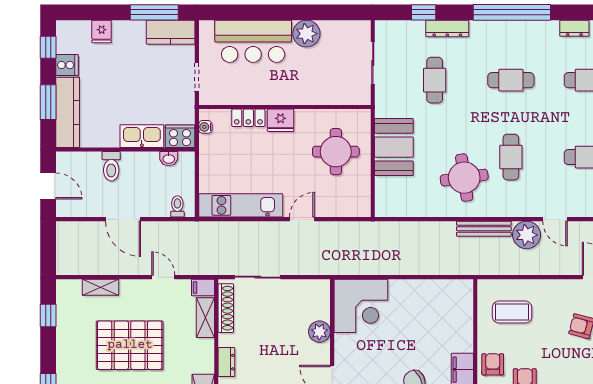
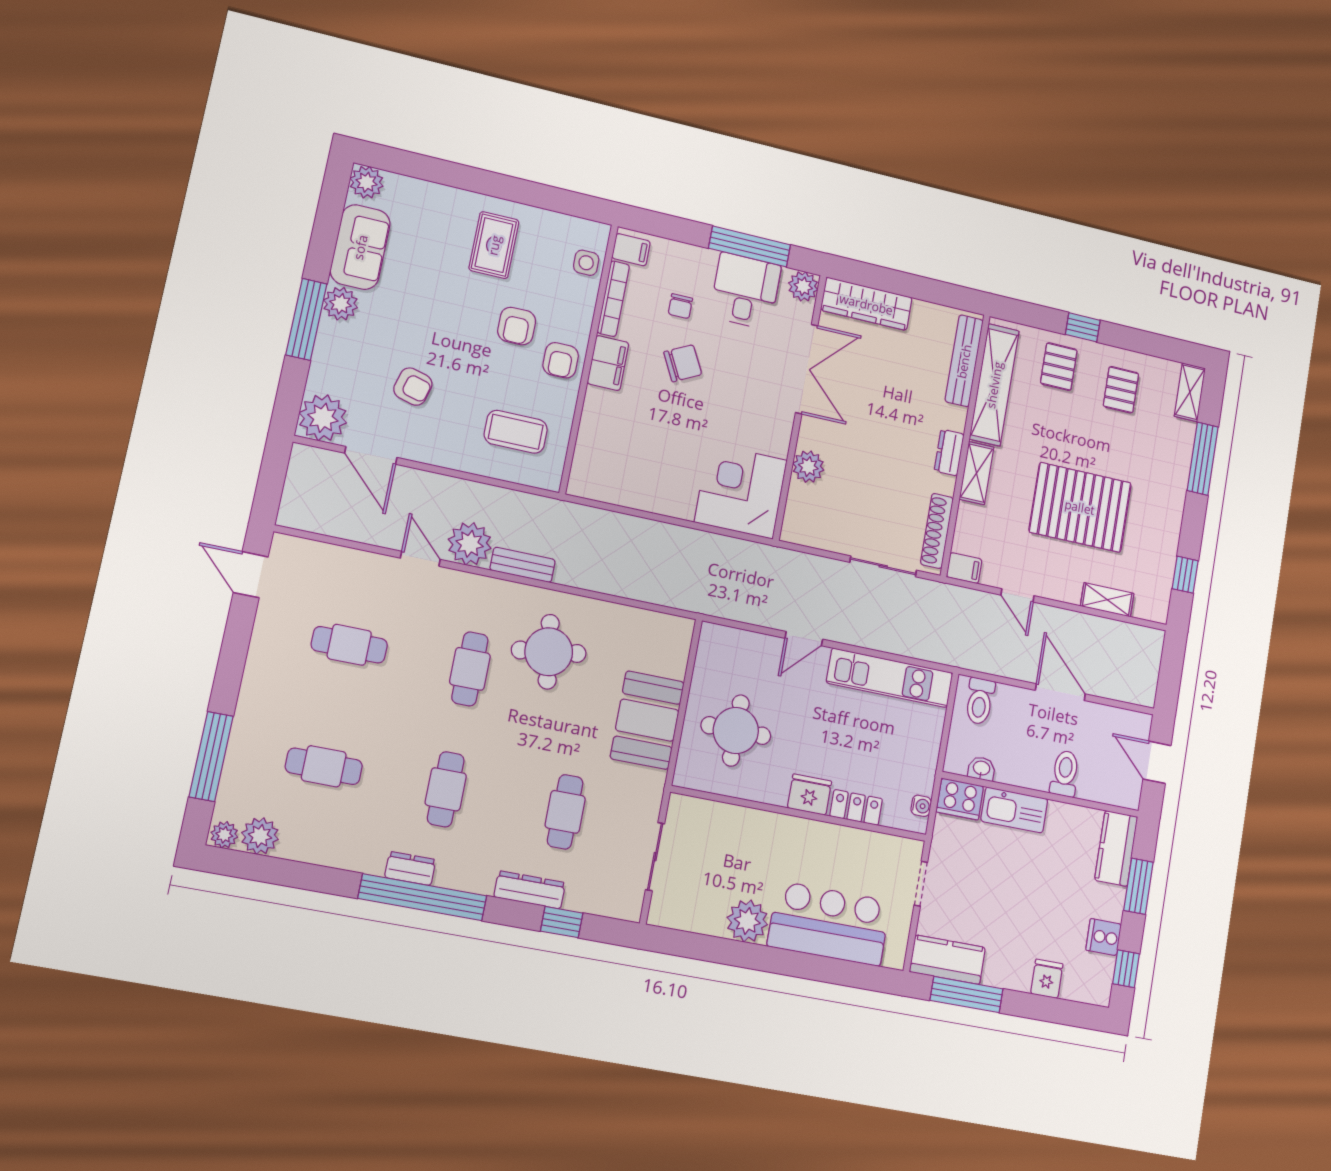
dresser: (574, 28) -> (410, 868), moved
cafe table: (511, 80) -> (446, 789), turned 90
kitchen counter: (68, 112) -> (1116, 848), width x0.67
toilet: (177, 206) -> (980, 701), width x1.37, depth x1.39
bench: (484, 229) -> (523, 565), width x0.73
shelving: (205, 318) -> (977, 473), moved

